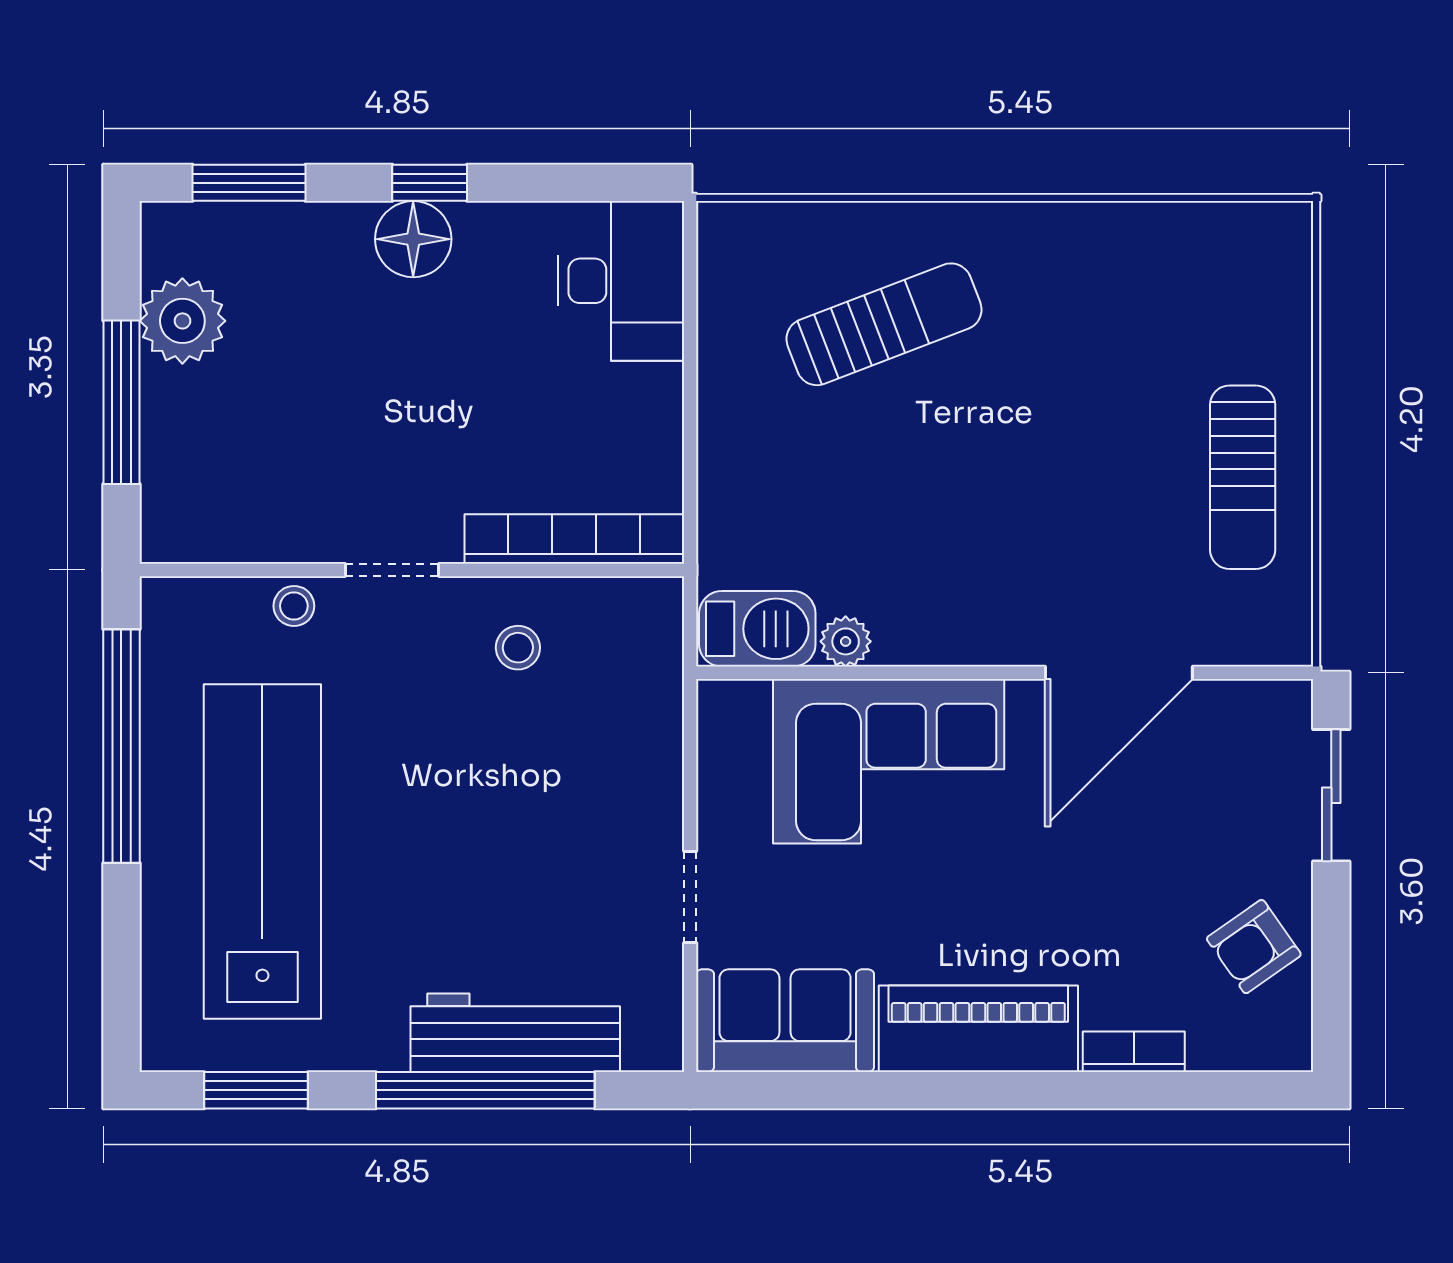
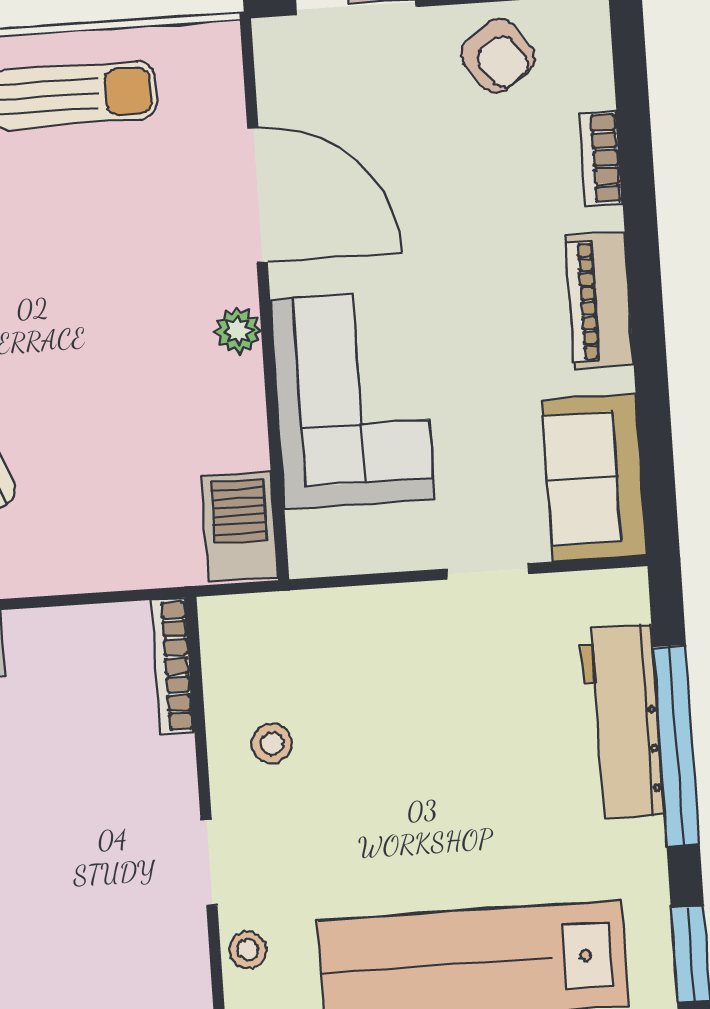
bookcase: (574, 539) -> (173, 666), width x0.68, depth x0.76
plant: (846, 641) -> (238, 331), moved
piano: (978, 1029) -> (600, 300), width x0.73, depth x0.75

